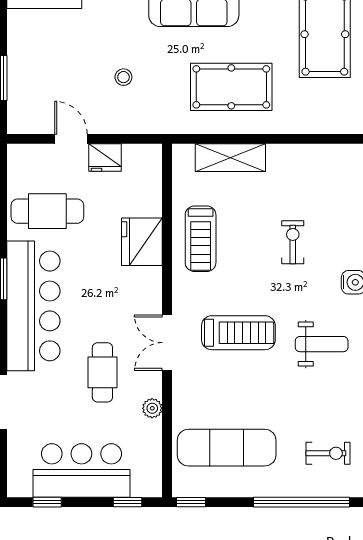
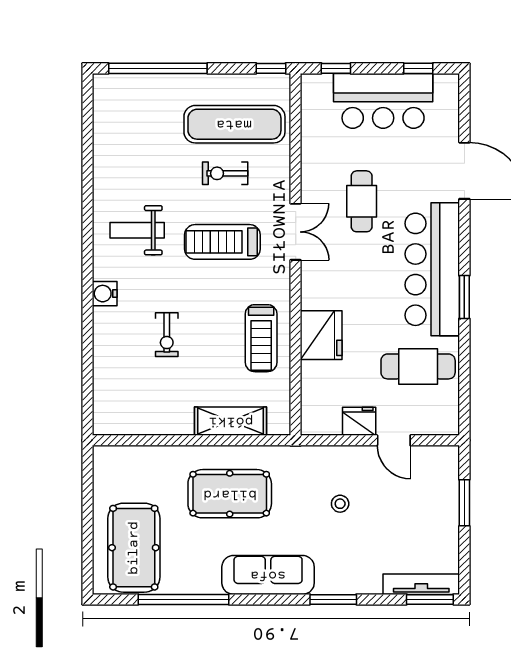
treadmill: (201, 239) -> (261, 338), turned 180
plant: (152, 408) -> (311, 165), removed
exercise bike: (328, 453) -> (225, 173), moved

